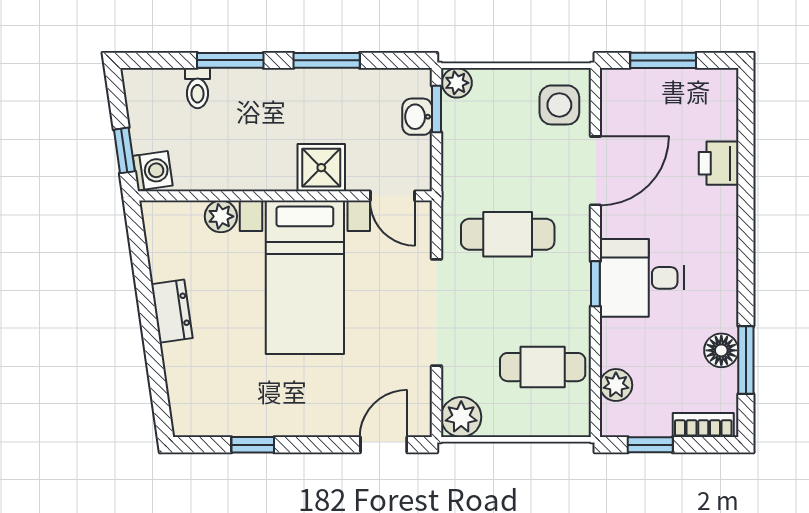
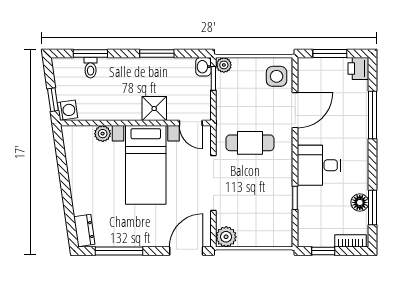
window: (230, 60) -> (90, 53), moved
washbasin: (417, 117) -> (203, 67), moved
printer: (719, 163) -> (358, 68), moved
window: (746, 180) -> (372, 115), added
window: (595, 284) -> (295, 198), moved
dresser: (172, 311) -> (84, 231), moved
cafe table: (543, 367) -> (268, 211), removed
plant: (616, 385) -> (306, 220), removed
window: (253, 445) -> (119, 251), width x2.17
door: (384, 445) -> (186, 251), width x1.38

